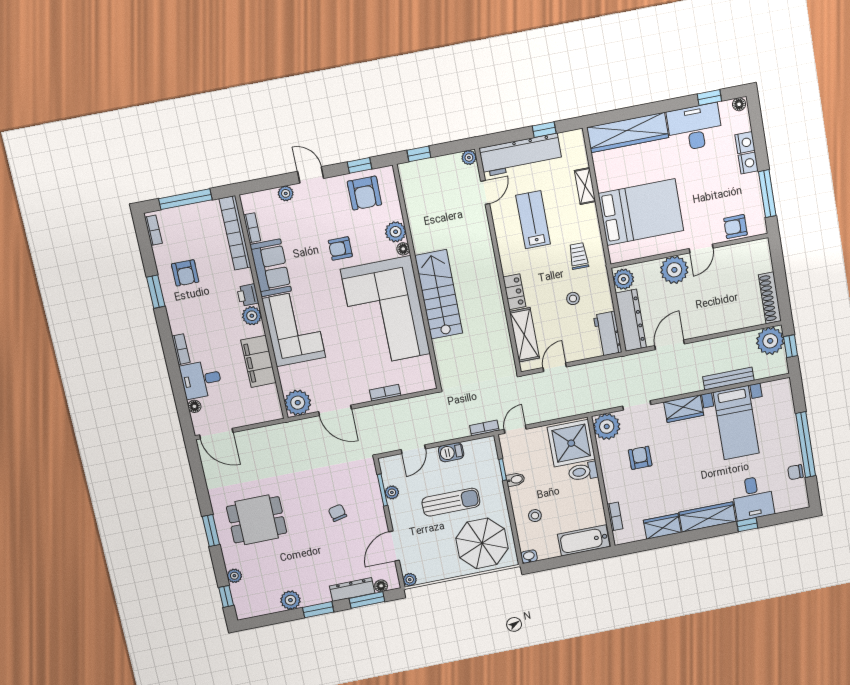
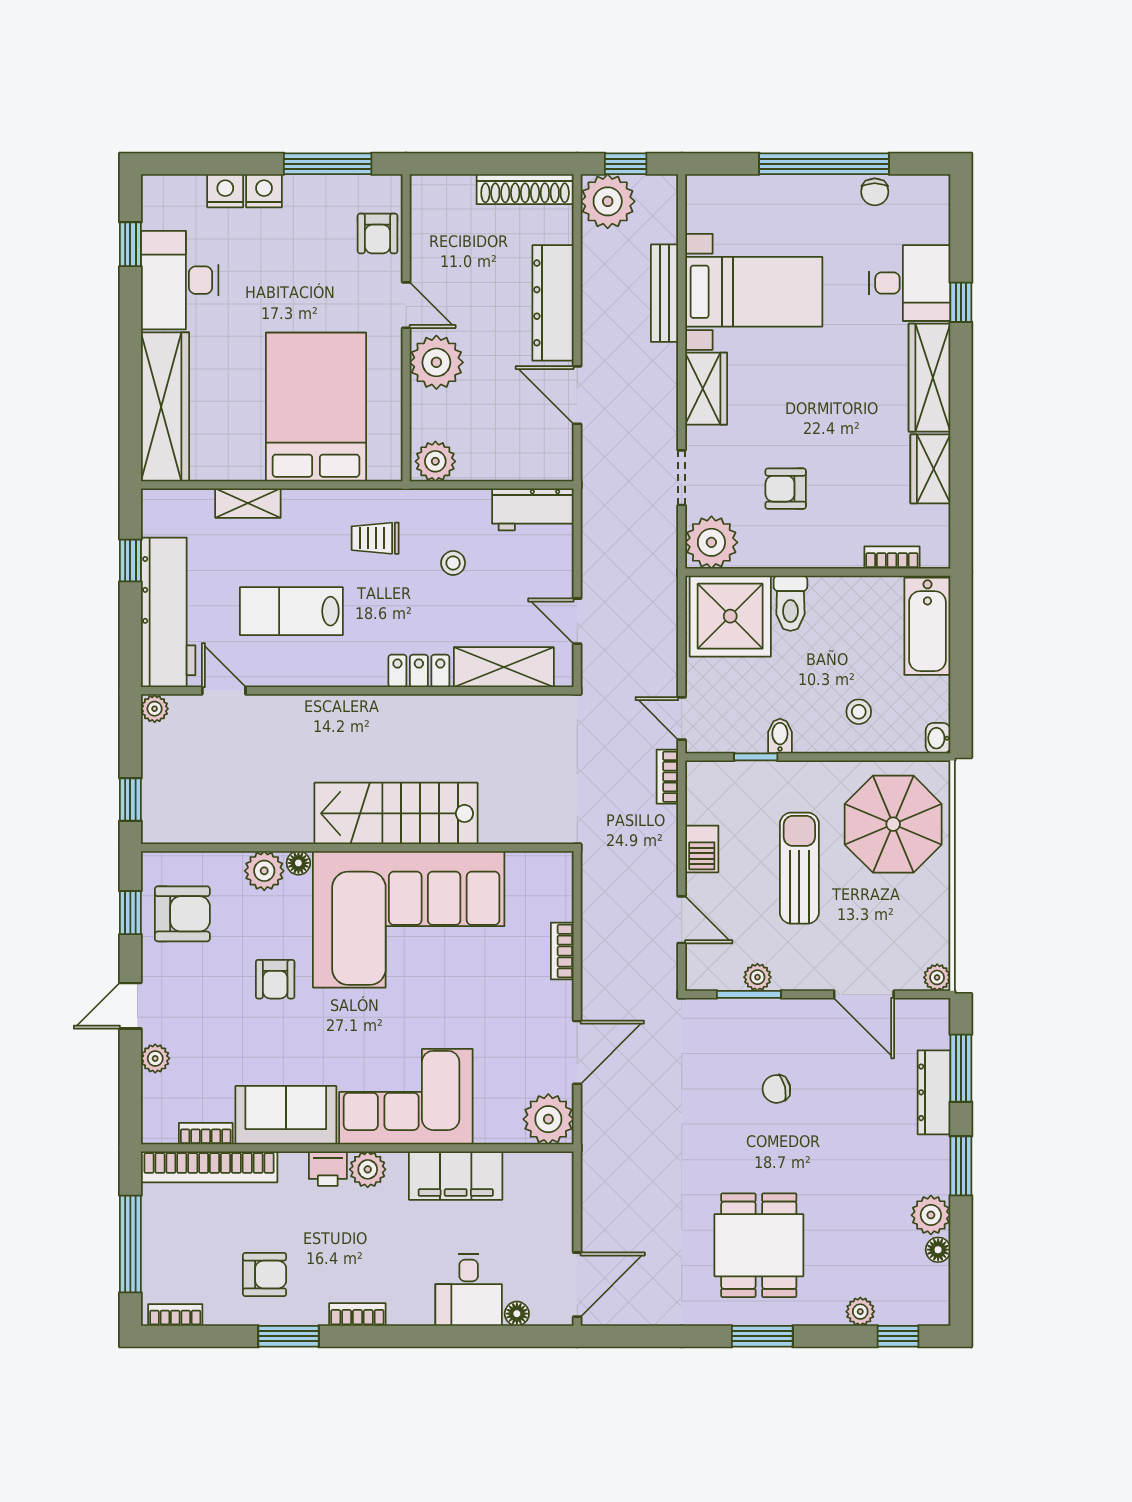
floor lamp: (739, 104) -> (153, 191), removed
dresser: (631, 320) -> (553, 303), moved, turned -90
bookcase: (181, 349) -> (357, 1314), moved
floor lamp: (381, 586) -> (938, 1250), moved

